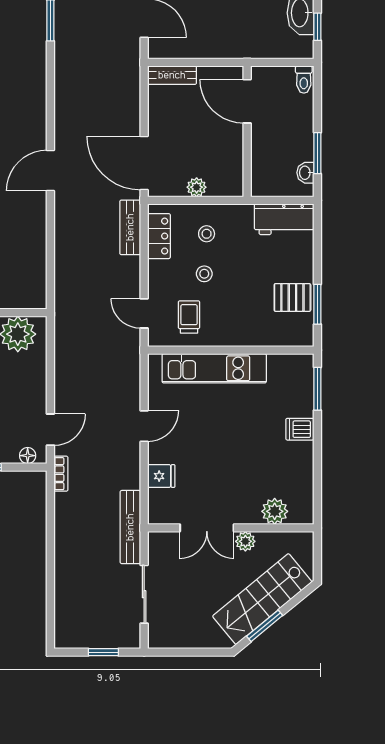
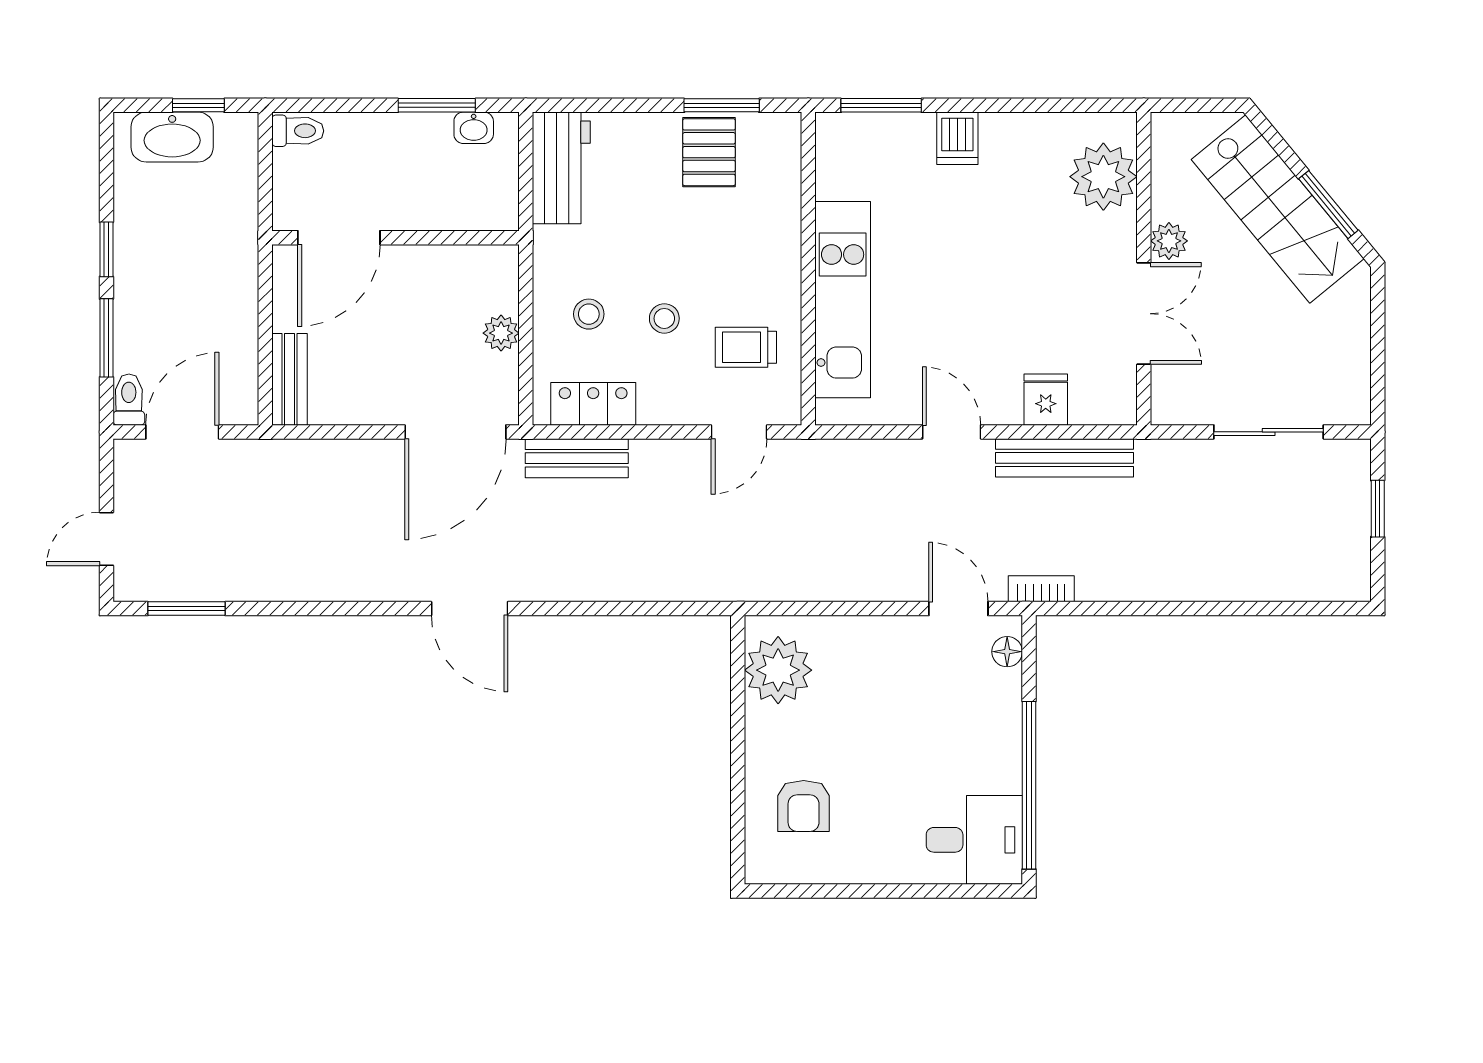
plant: (275, 511) -> (1103, 177), width x1.36, depth x1.36
bench: (130, 527) -> (1064, 458), moved

